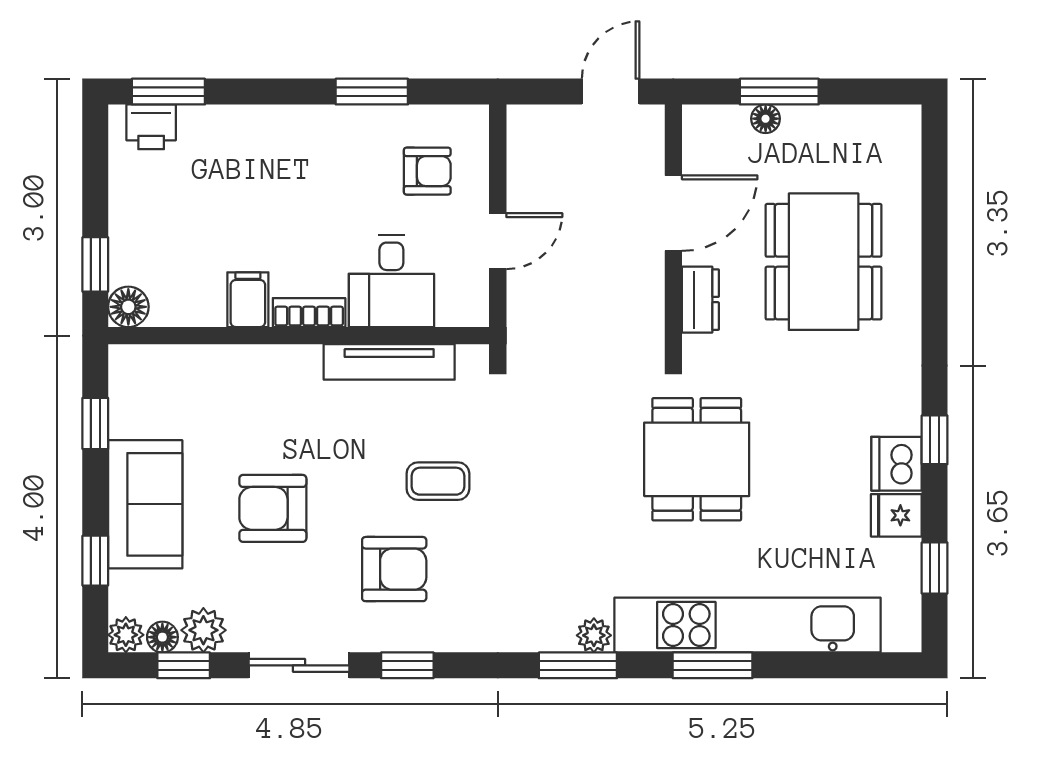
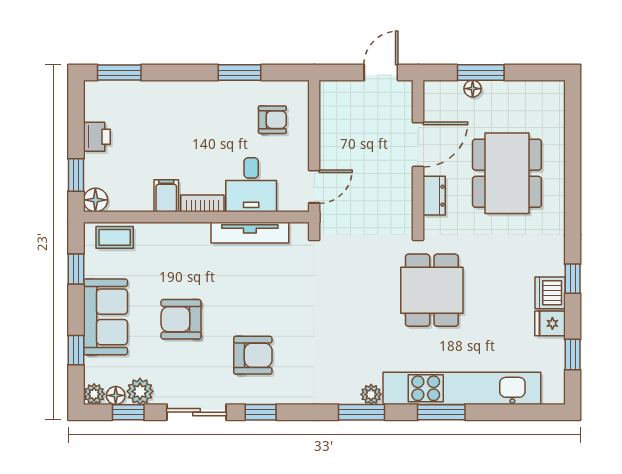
printer: (151, 127) -> (97, 137), moved, turned -90
door: (498, 241) -> (314, 187), moved
coffee table: (438, 481) -> (115, 237), moved

